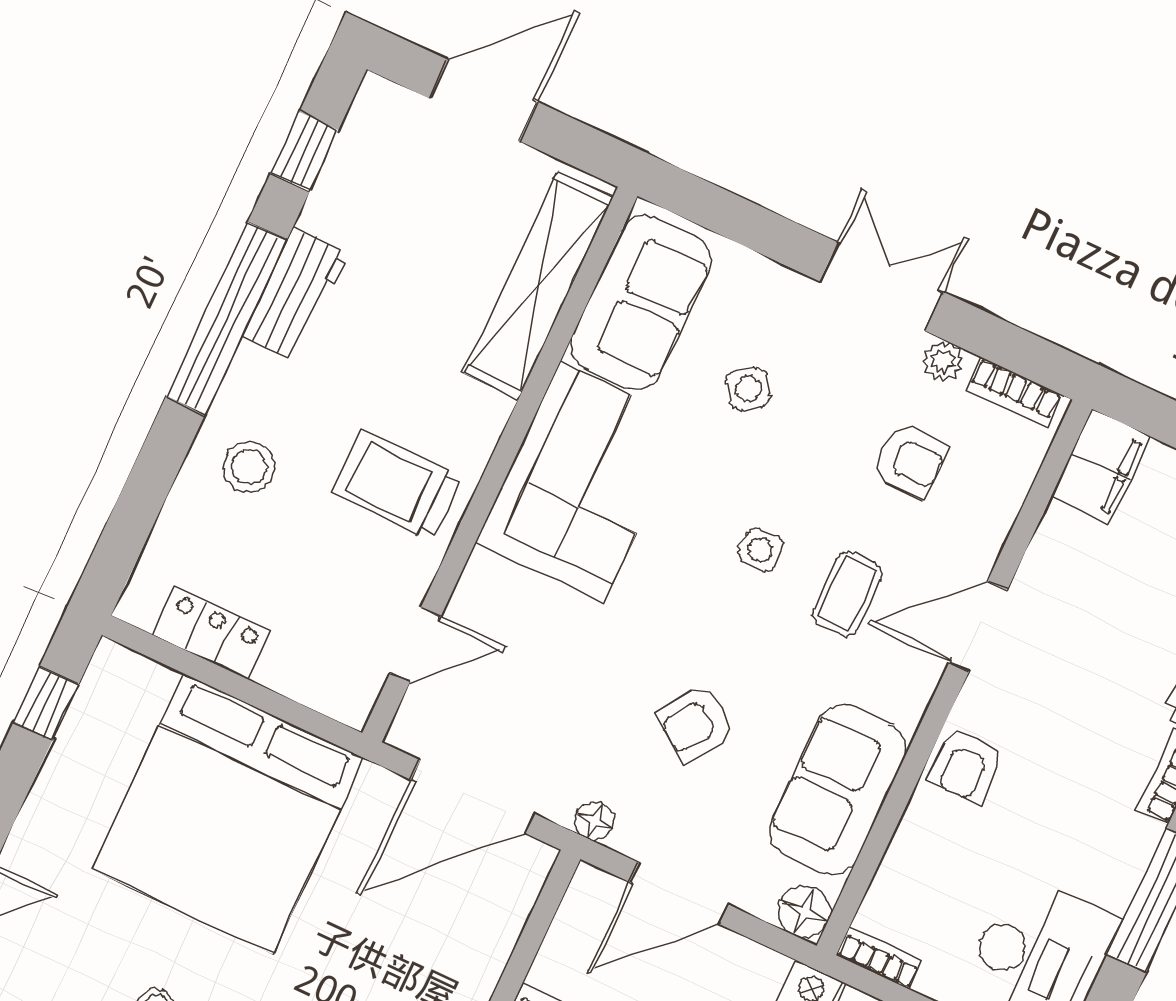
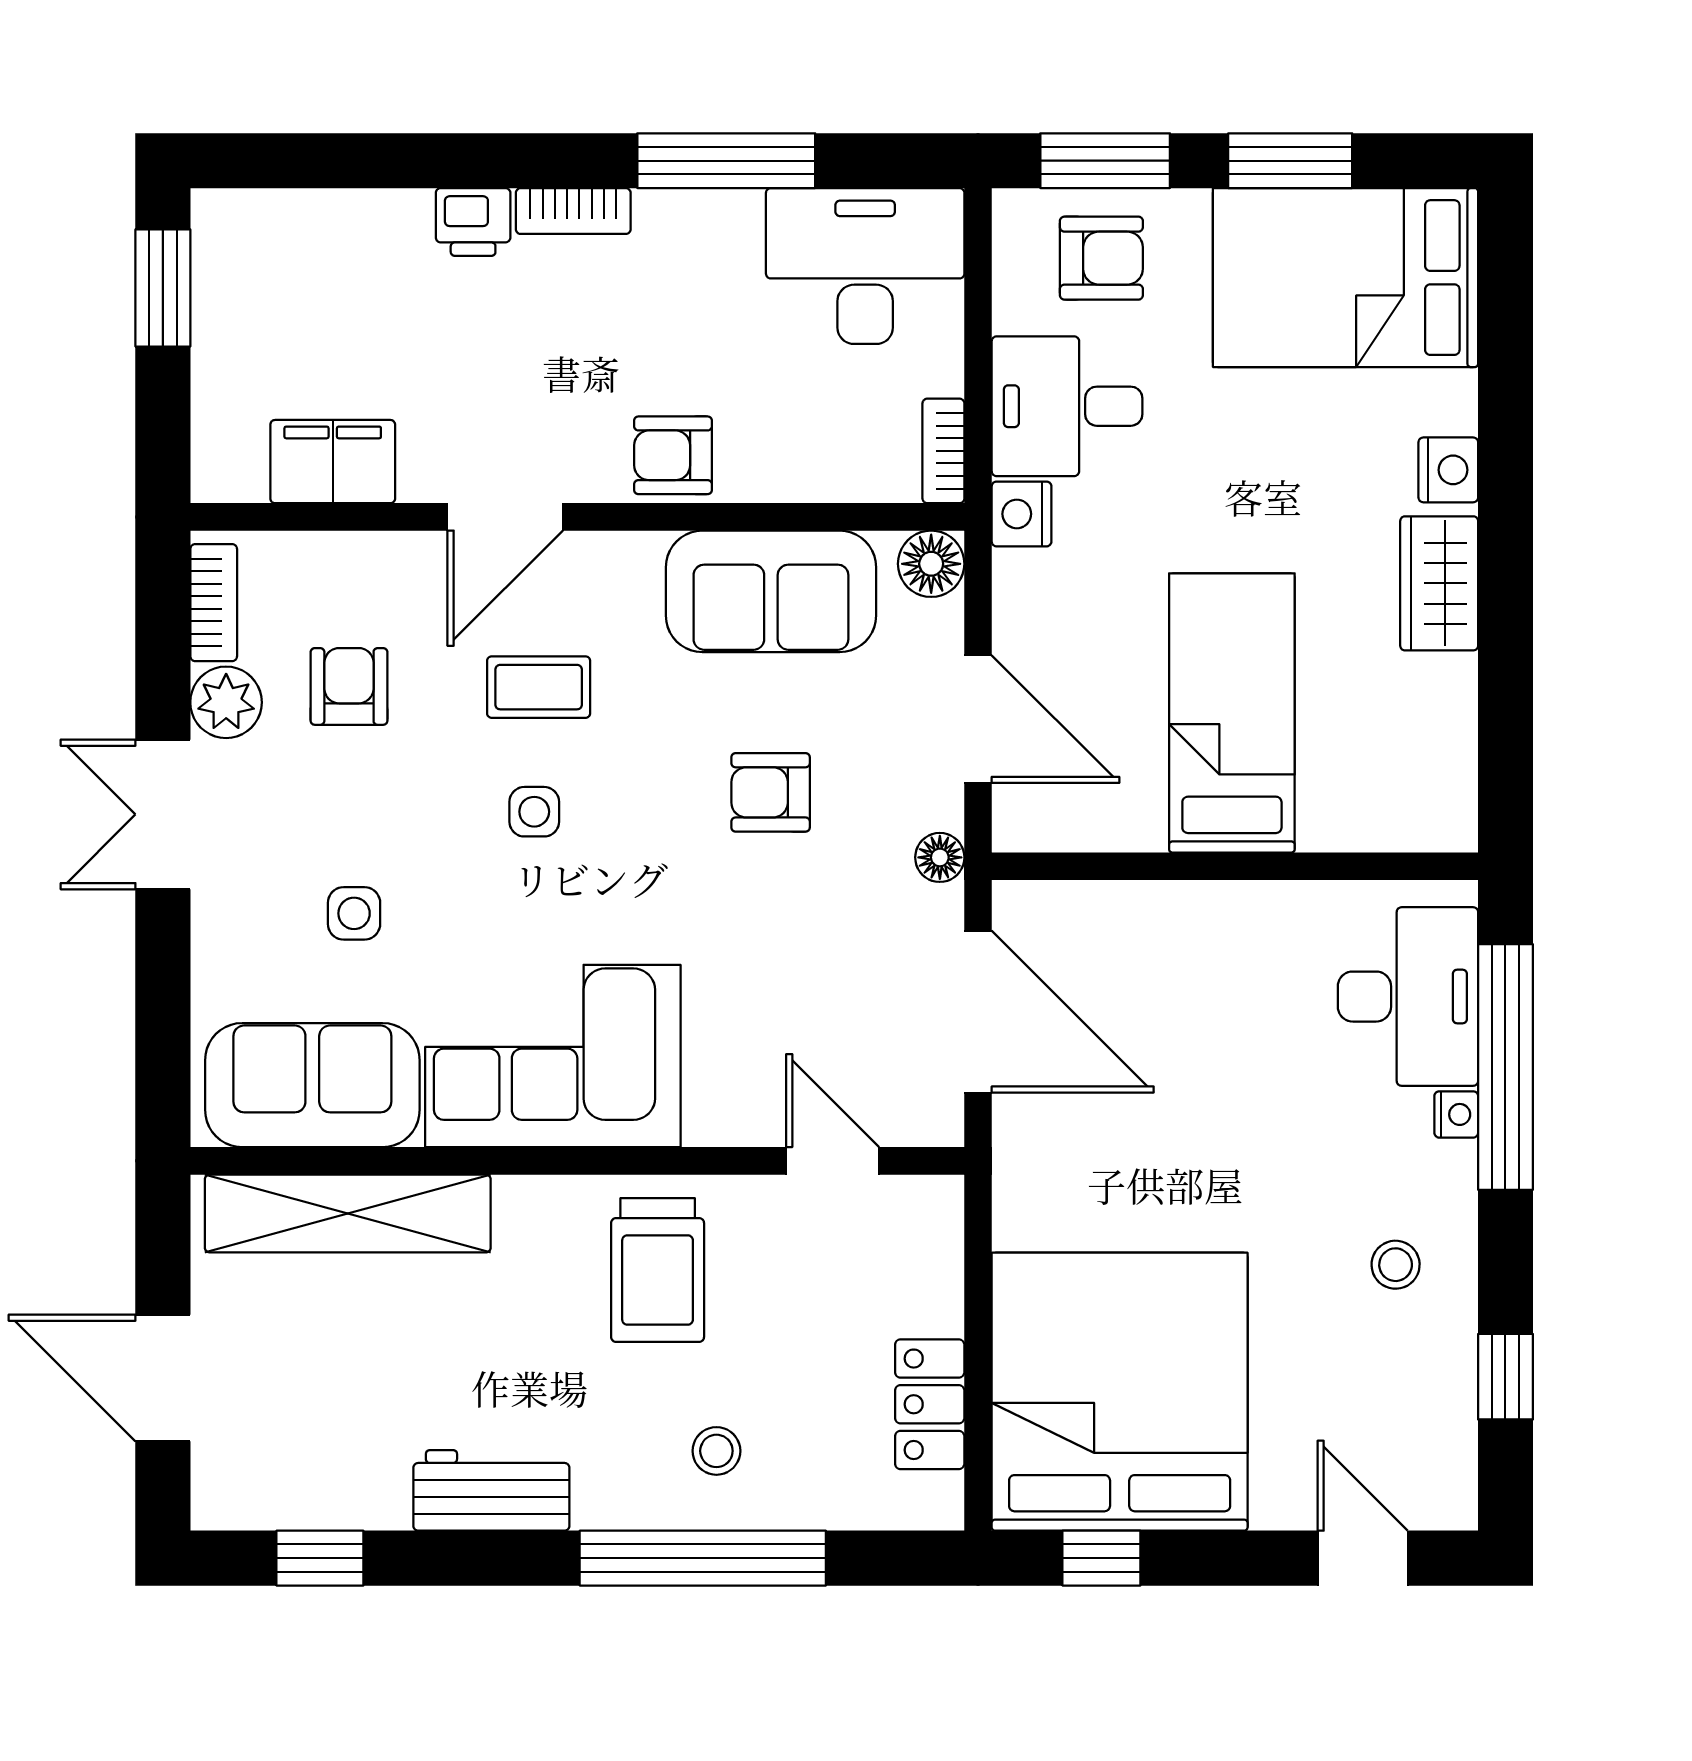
window: (227, 318) -> (703, 1558), moved
plant: (943, 361) -> (226, 702), width x1.38, depth x1.38
side table: (748, 389) -> (354, 913), turned 37
stool: (249, 467) -> (716, 1451), width x0.73, depth x0.73
filing cabinet: (1101, 467) -> (333, 462), moved
door: (978, 626) -> (505, 517), hinge flipped
armchair: (696, 723) -> (771, 792), turned 145
armchair: (966, 765) -> (673, 455), turned 180
bed: (228, 814) -> (1120, 1392), moved, turned -90

